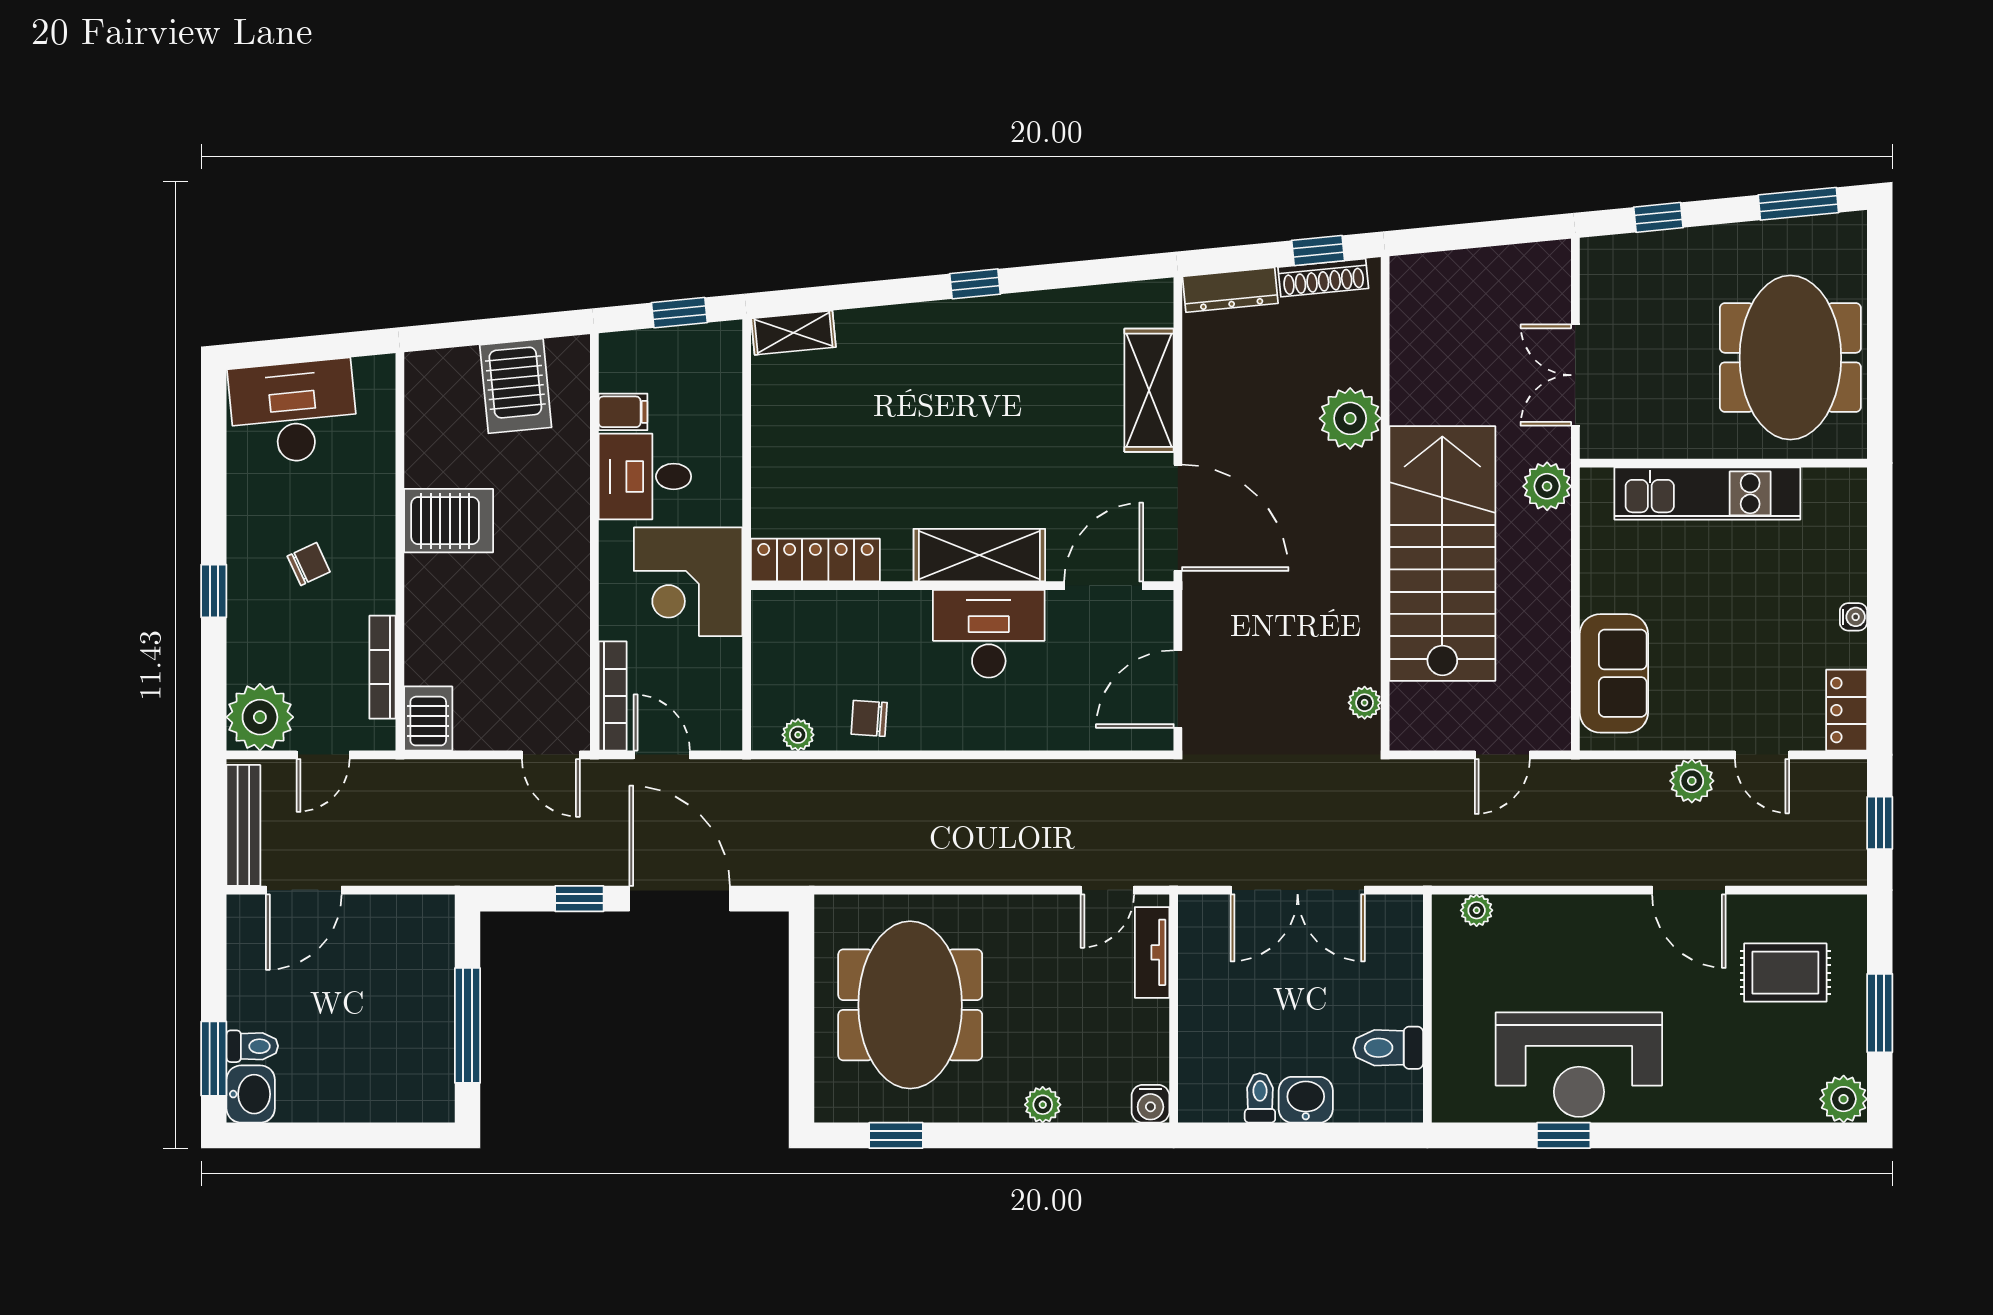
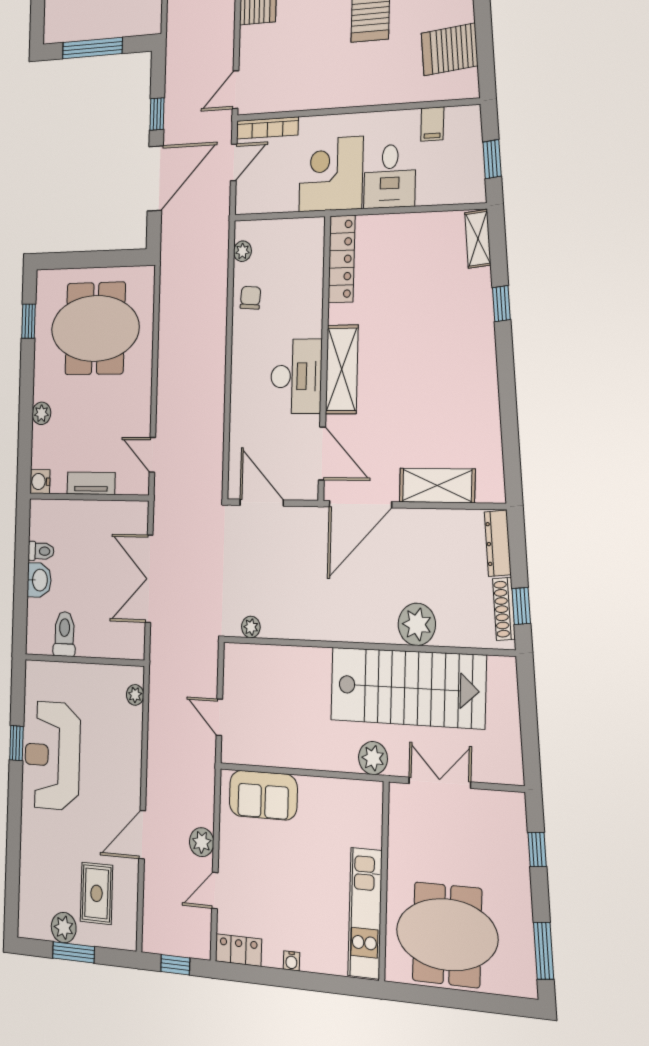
window: (975, 284) -> (501, 304), moved
desk: (645, 476) -> (390, 176), moved, turned 180
kitchen unit: (1707, 493) -> (365, 913), moved
stairs: (1442, 553) -> (408, 688), moved
tv unit: (1152, 952) -> (91, 483), moved
plant: (1844, 1099) -> (64, 928), moved

